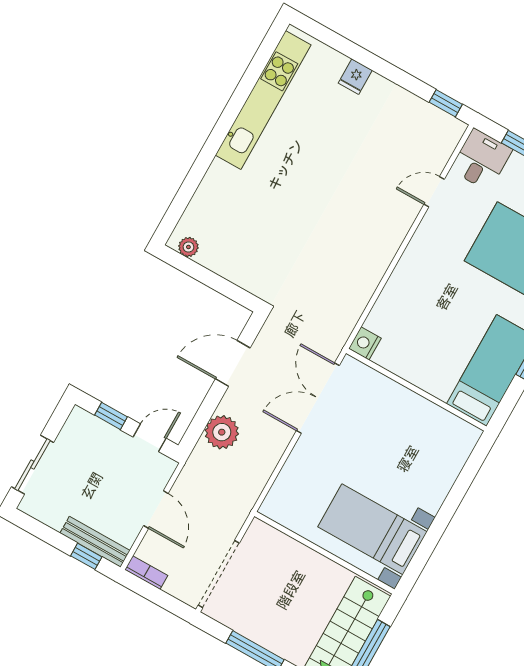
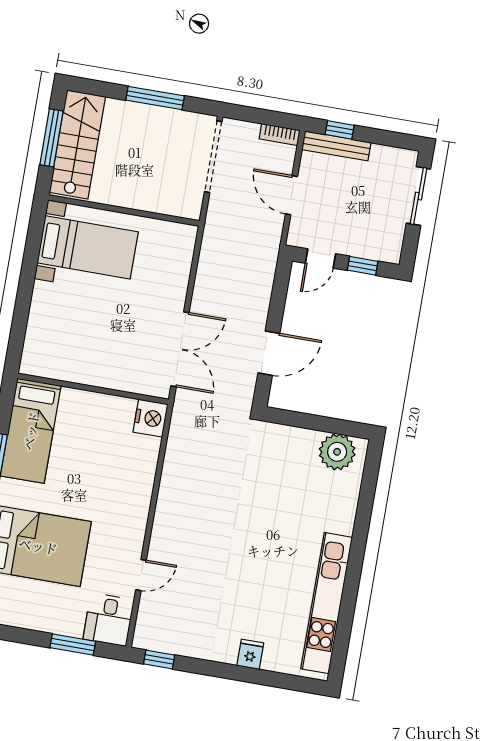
plant: (188, 247) -> (337, 452), width x1.88, depth x1.88
nightstand: (365, 343) -> (150, 418), width x1.36, depth x1.33
plant: (222, 432) -> (256, 287), removed

